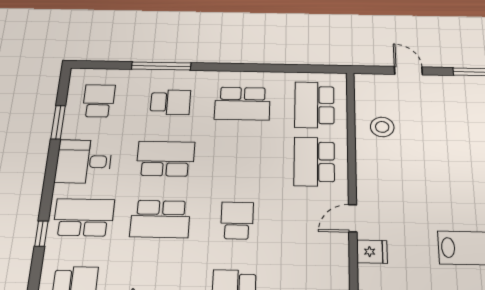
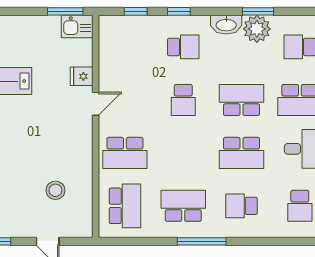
window: (161, 66) -> (202, 241), moved
stool: (382, 127) -> (55, 190), moved
school desk: (314, 162) -> (125, 153), turned 90

